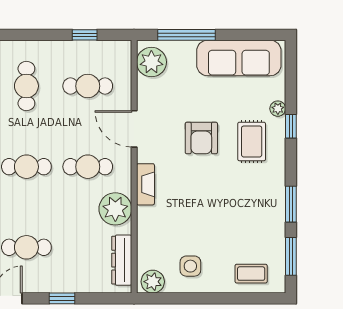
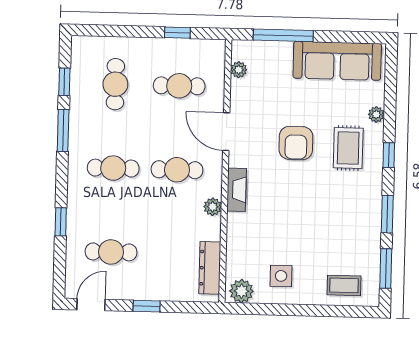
plant: (151, 62) -> (239, 70), width x0.53, depth x0.53
window: (291, 126) -> (389, 155), moved
plant: (115, 209) -> (213, 207), width x0.53, depth x0.53

